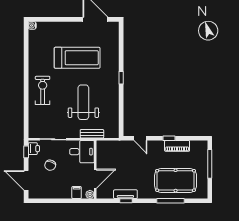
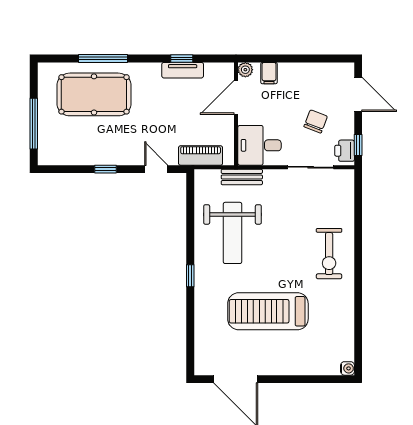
weight bench: (83, 102) -> (232, 233), moved
piano: (177, 146) -> (201, 156), moved

